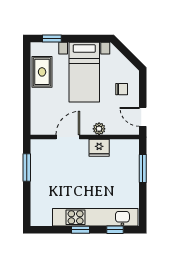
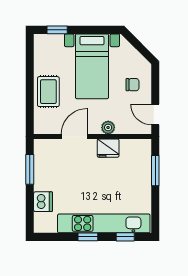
rug: (42, 72) -> (48, 92), moved
dishwasher: (39, 197) -> (43, 202), added

